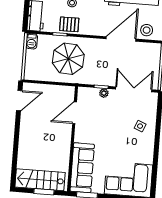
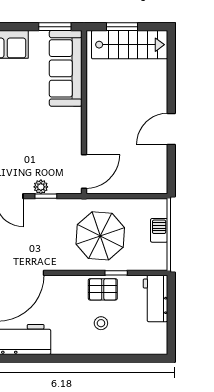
barbecue: (32, 41) -> (159, 230), moved
door: (19, 101) -> (171, 129), moved
door: (75, 113) -> (84, 171), moved

